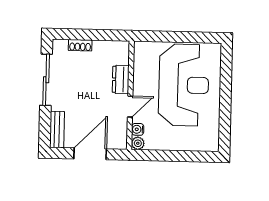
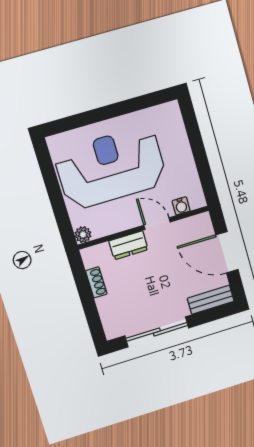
shoe rack: (80, 45) -> (96, 282), moved
plant: (138, 143) -> (83, 235), moved

